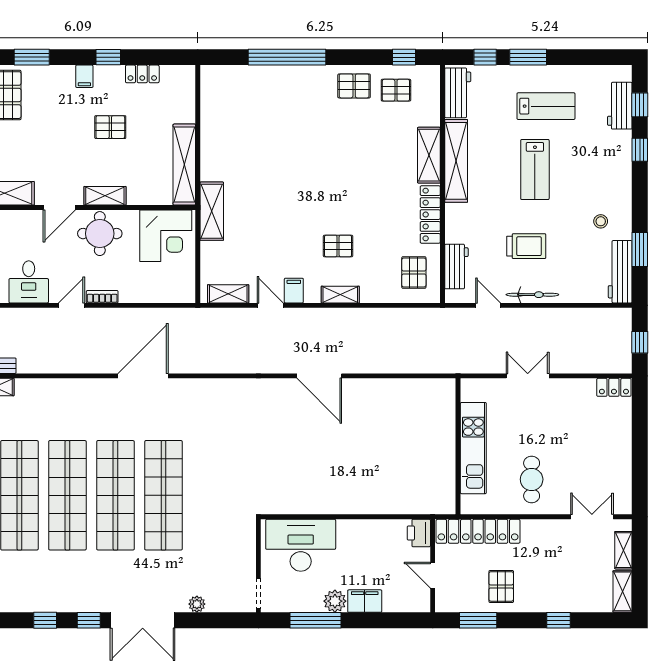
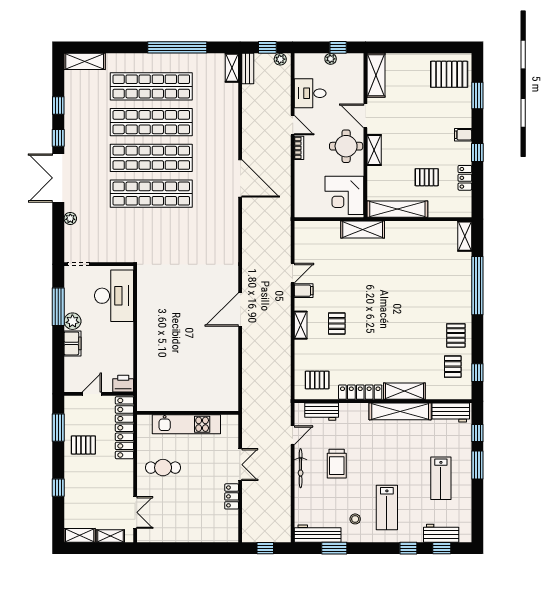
pallet: (110, 127) -> (427, 177), moved, turned 90
lab bench: (535, 170) -> (387, 508), moved, turned -90
shelving: (228, 294) -> (465, 236), moved
locker: (614, 387) -> (232, 496), moved

